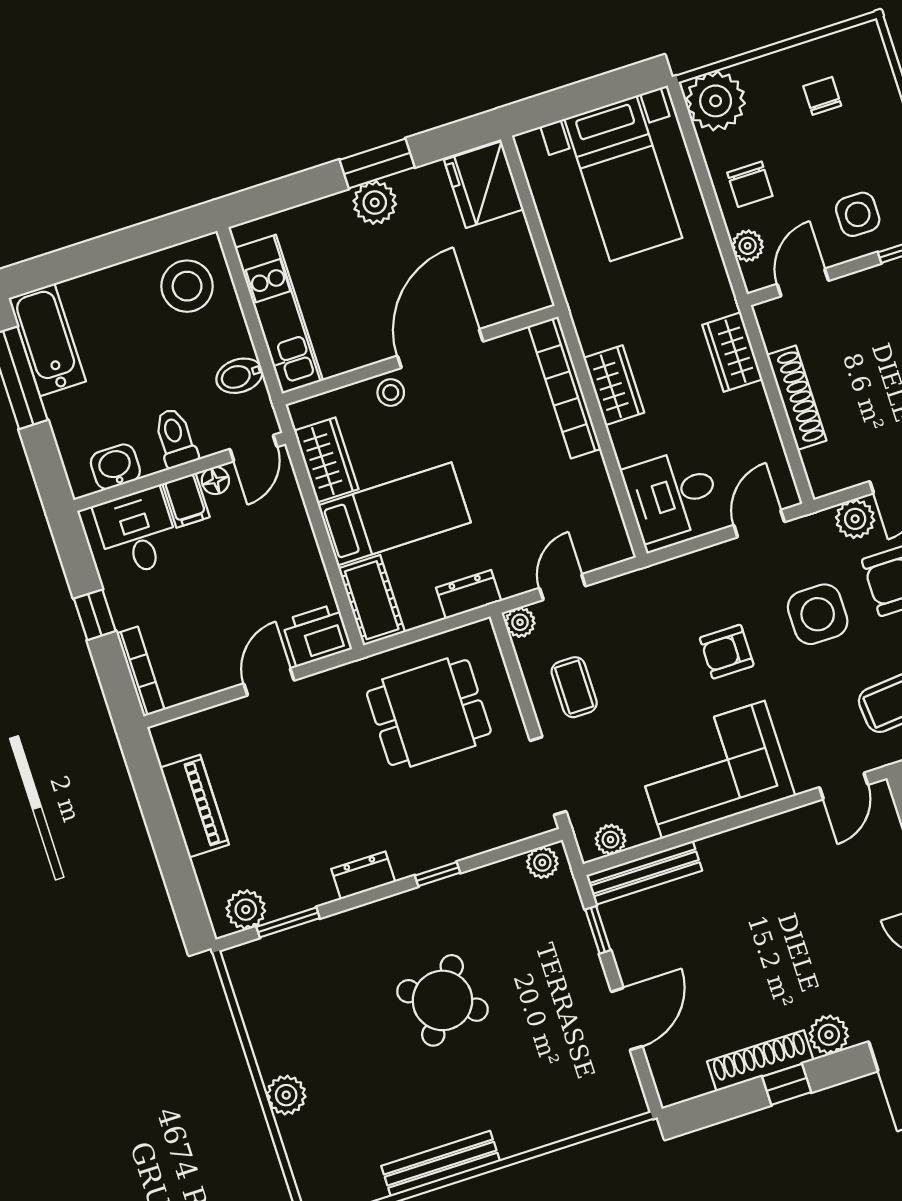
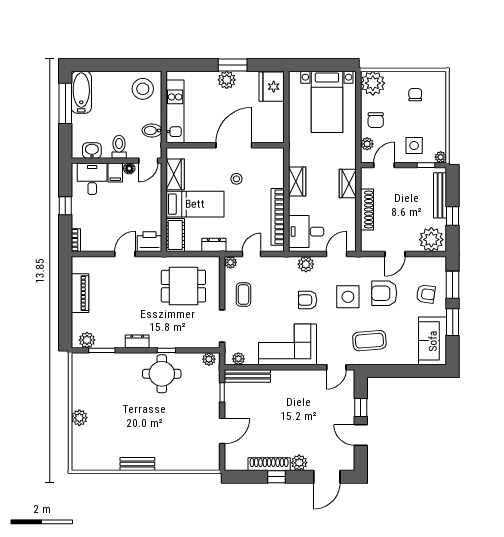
bookcase: (565, 387) -> (278, 217), moved
stool: (391, 392) -> (236, 179), moved
plant: (855, 519) -> (306, 264), moved
bookcase: (141, 672) -> (76, 240), width x0.64
round table: (442, 1000) -> (162, 374), moved, turned -33
bench: (441, 1164) -> (137, 464), width x0.73

